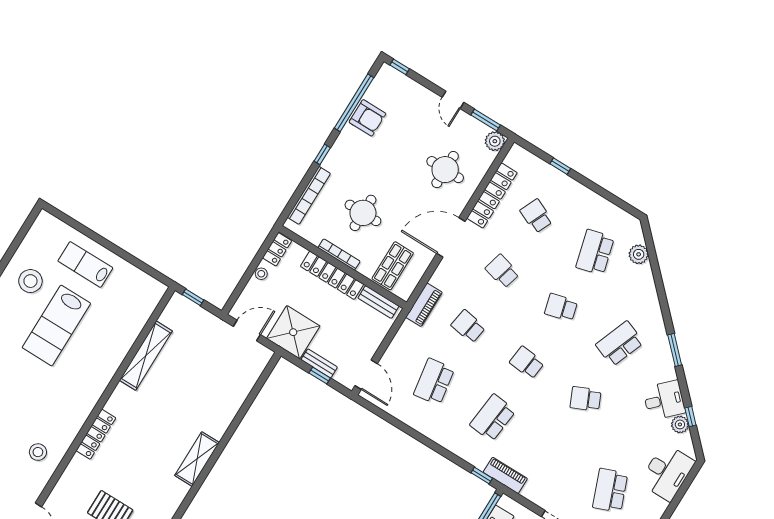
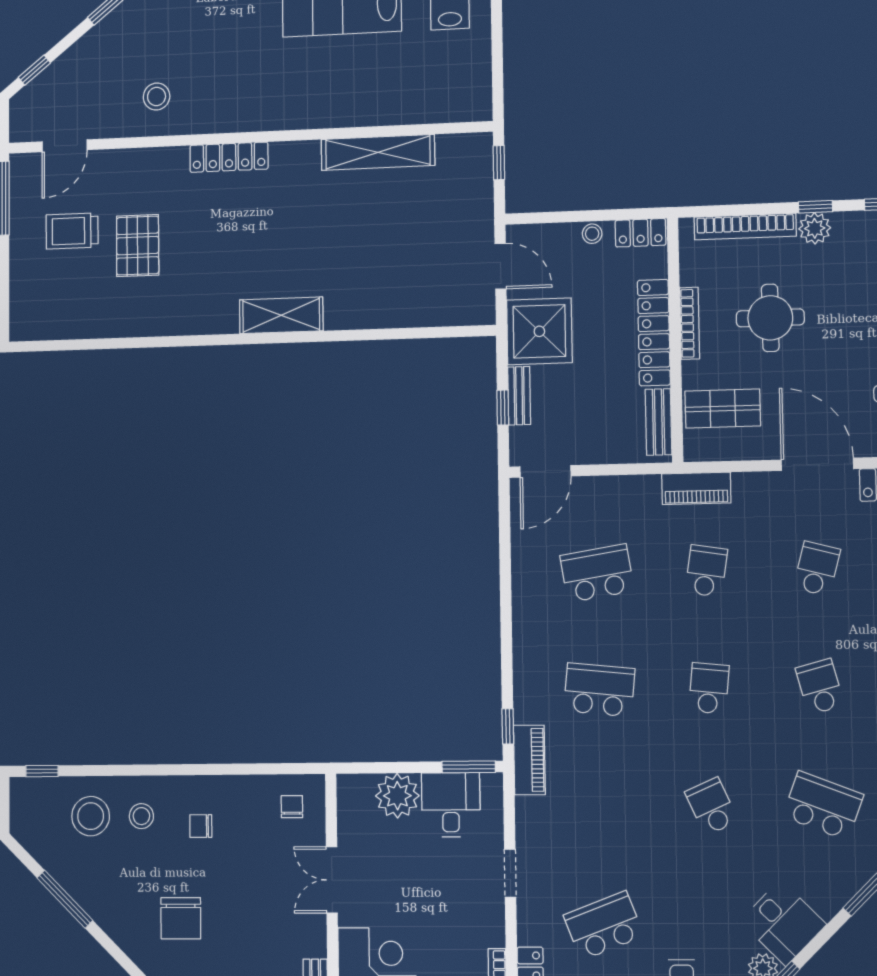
plant: (333, 162) -> (815, 228), added

